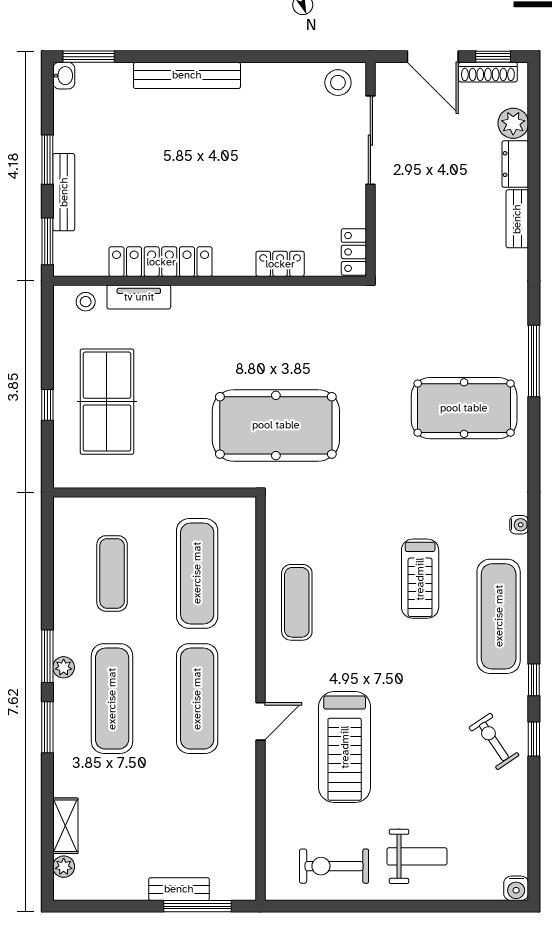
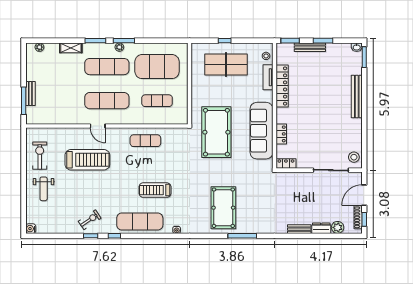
sofa: (272, 313) -> (261, 131), added
exercise mat: (112, 573) -> (157, 67), width x2.00, depth x1.45
exercise mat: (197, 573) -> (157, 101), width x0.73, depth x0.69
treadmill: (345, 747) -> (87, 160), turned 180
shelving: (65, 826) -> (71, 48), moved

